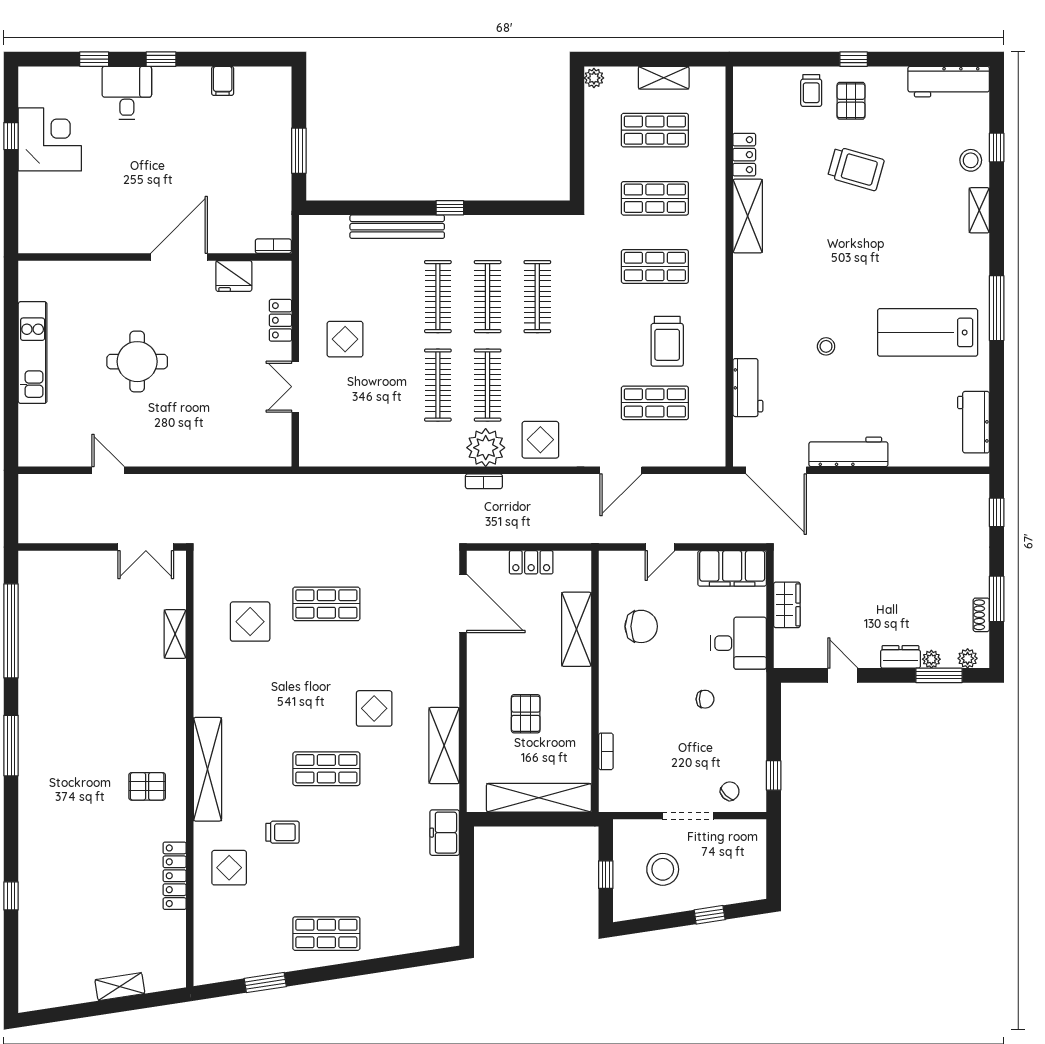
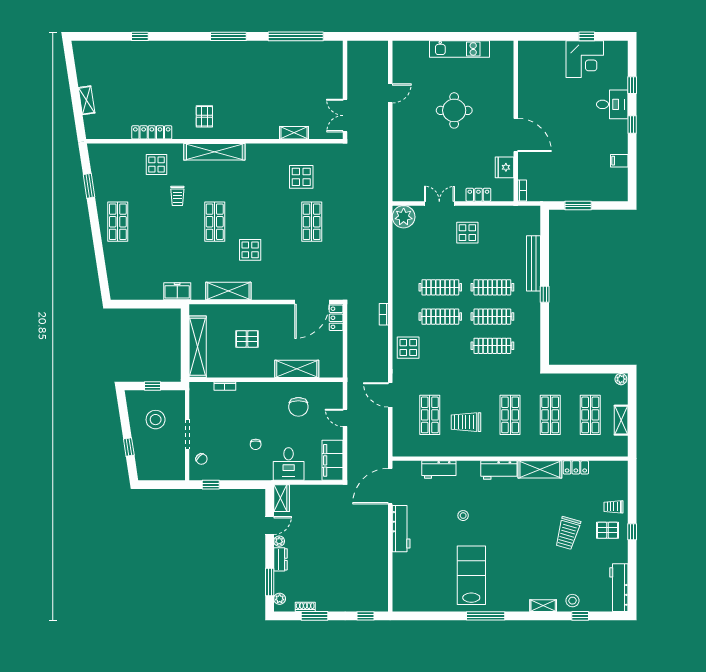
workbench: (974, 422) -> (499, 470), moved, turned 180
plant: (486, 448) -> (404, 217), moved
locker: (531, 562) -> (336, 318), moved
wardrobe: (787, 605) -> (282, 498), moved, turned -90
plant: (931, 659) -> (279, 541), moved

